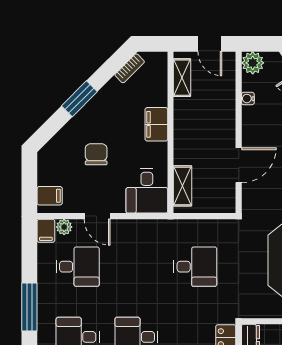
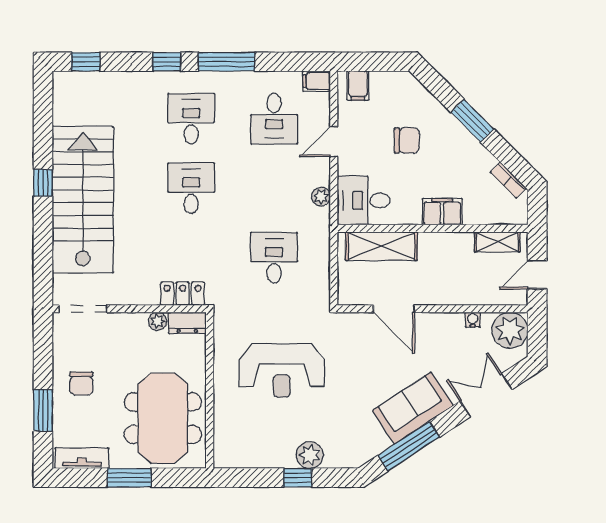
plant: (253, 63) -> (510, 330), width x1.36, depth x1.36
shelving: (183, 186) -> (381, 246), width x1.50, depth x1.33
plant: (64, 227) -> (321, 197), moved
desk: (195, 267) -> (274, 258), turned 180

